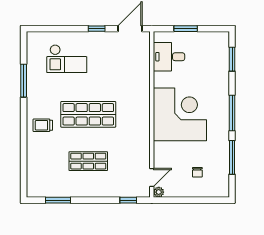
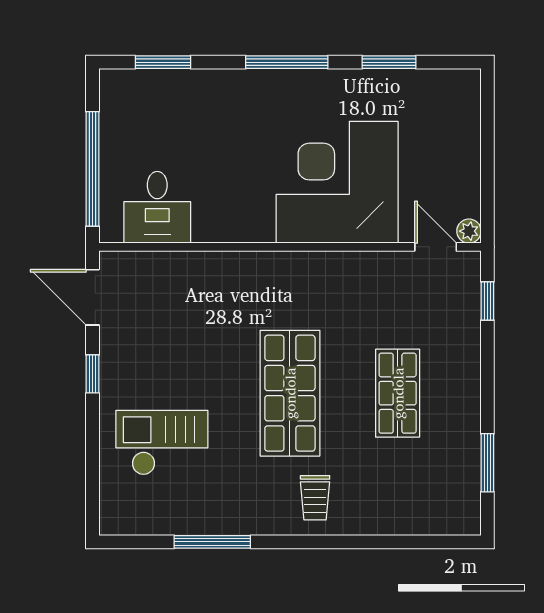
window: (186, 29) -> (93, 169), width x2.11
checkout: (67, 59) -> (162, 443), turned -90
corner desk: (180, 114) -> (337, 182), moved
window: (232, 157) -> (389, 62), width x0.69
chair: (197, 172) -> (423, 142), removed

